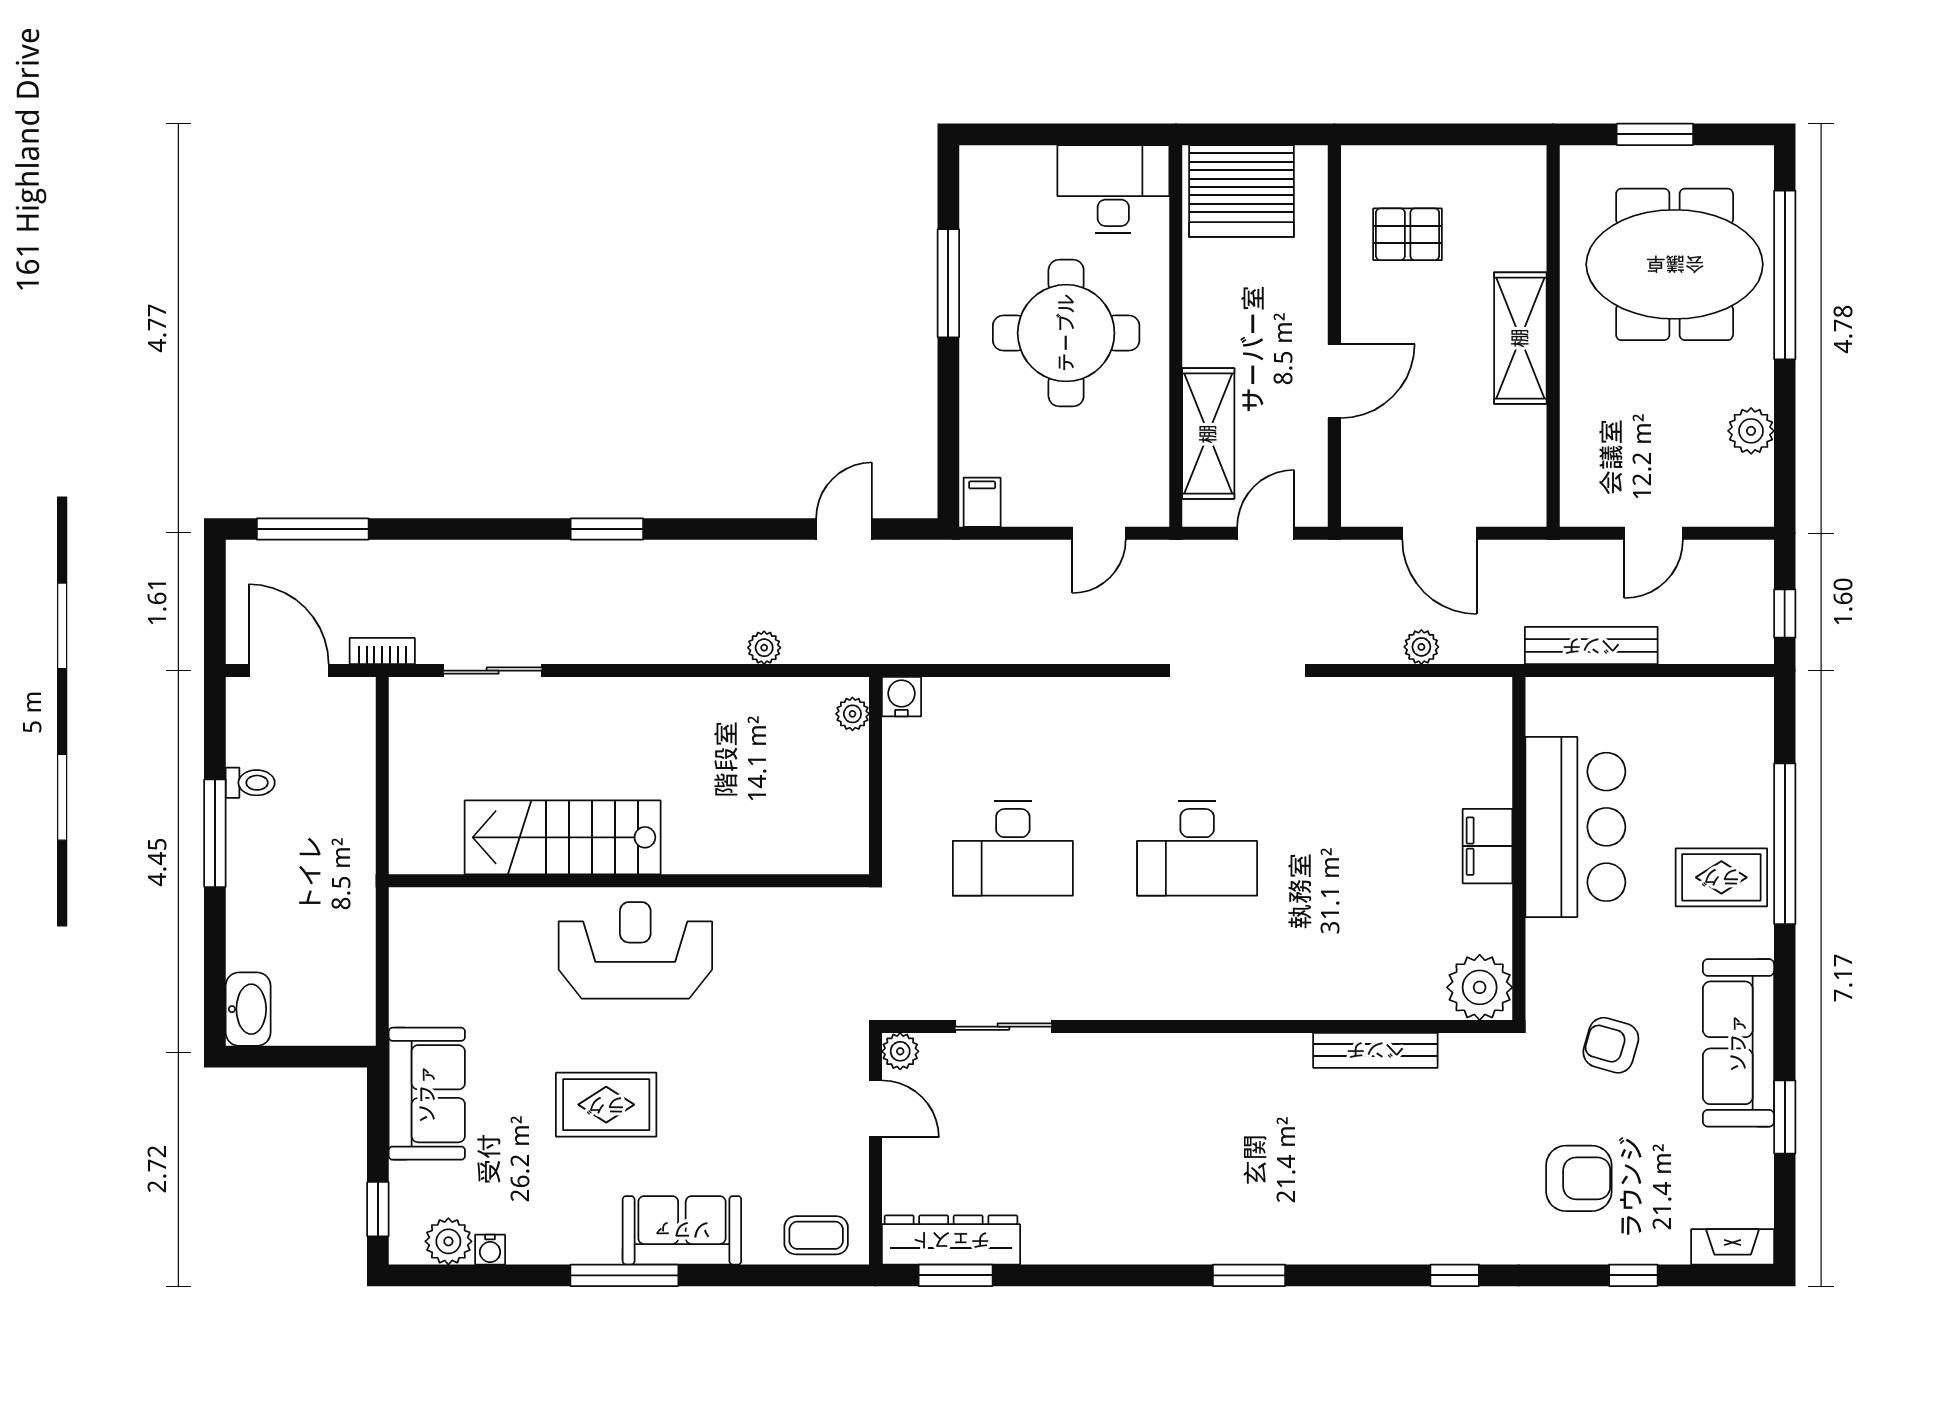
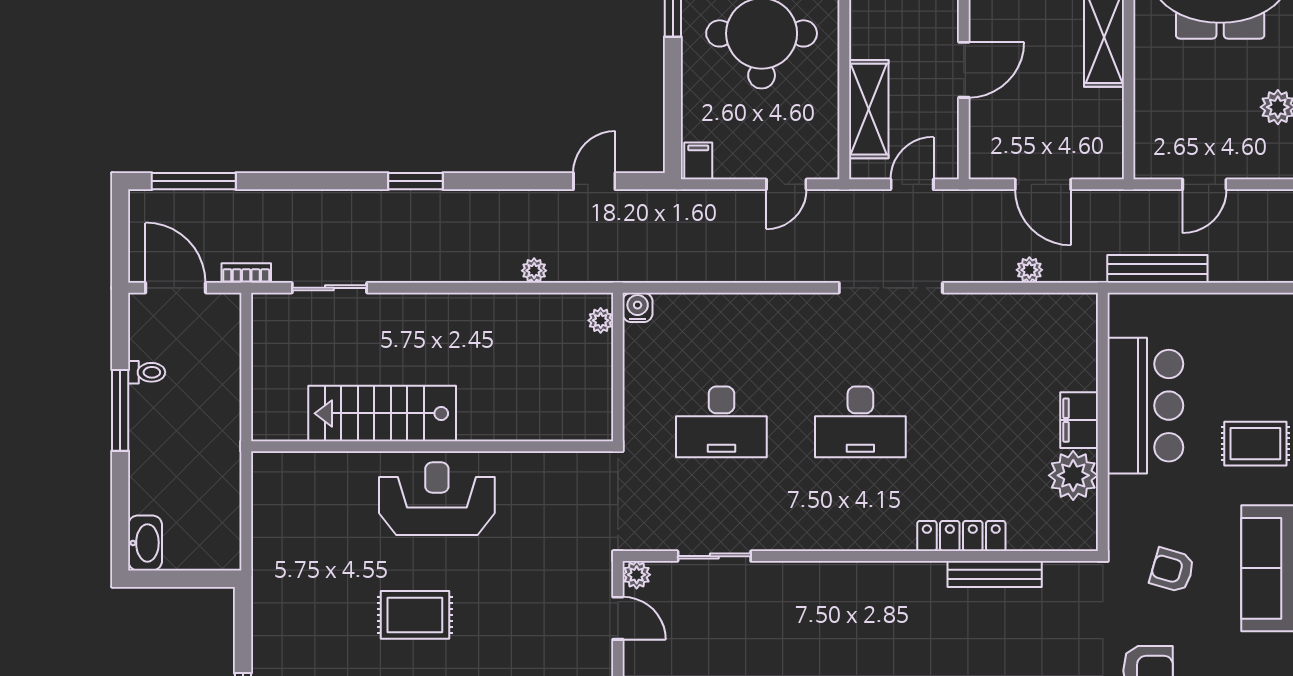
plant: (1480, 987) -> (1073, 475), moved
locker: (1331, 1000) -> (961, 536), added
sofa: (427, 1094) -> (280, 607), removed

